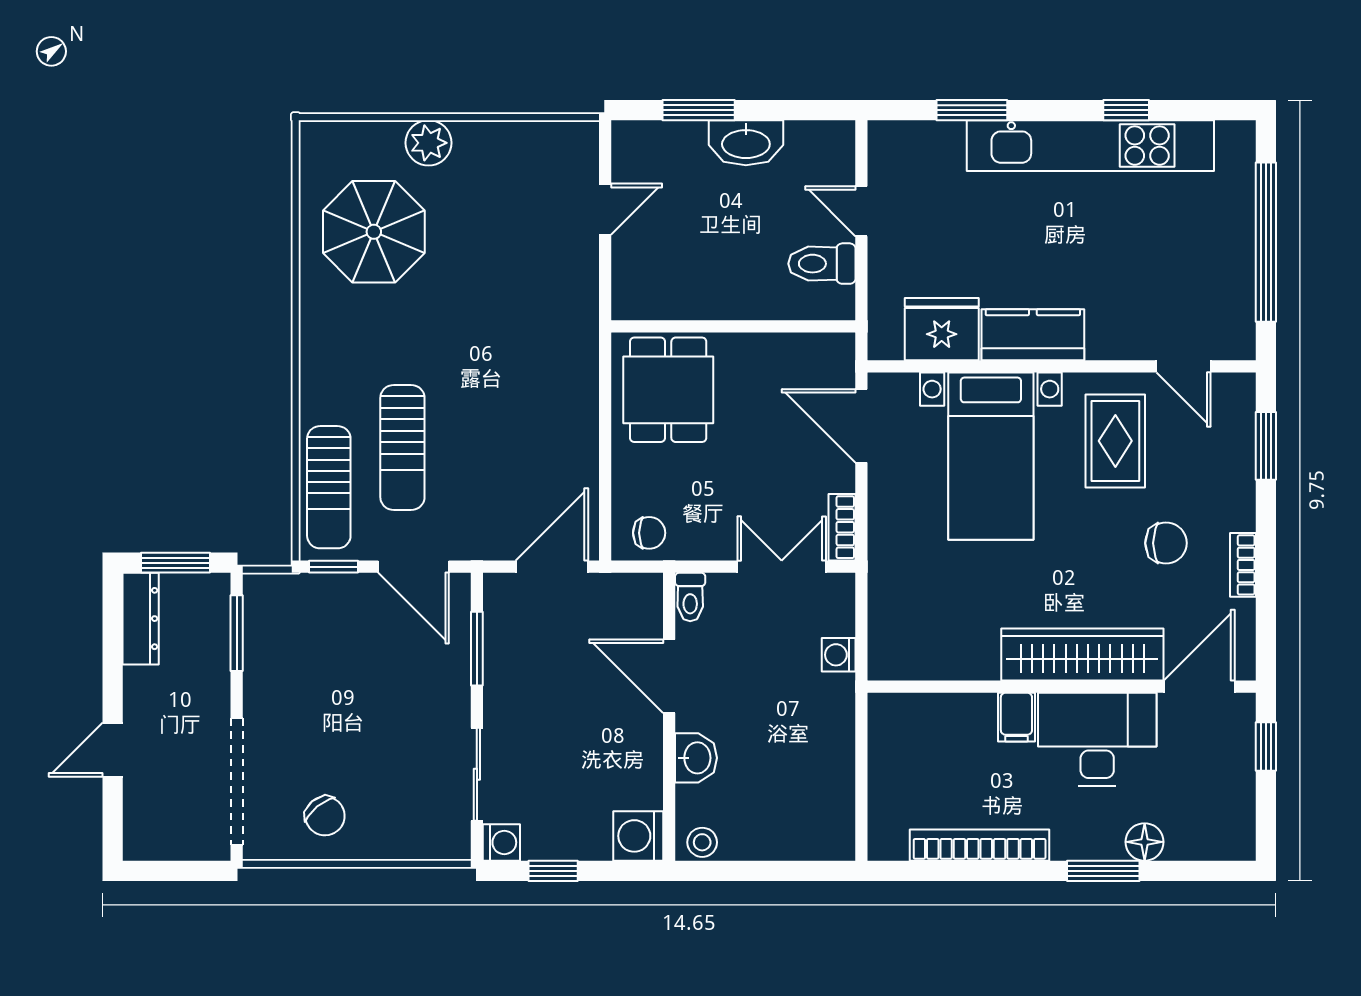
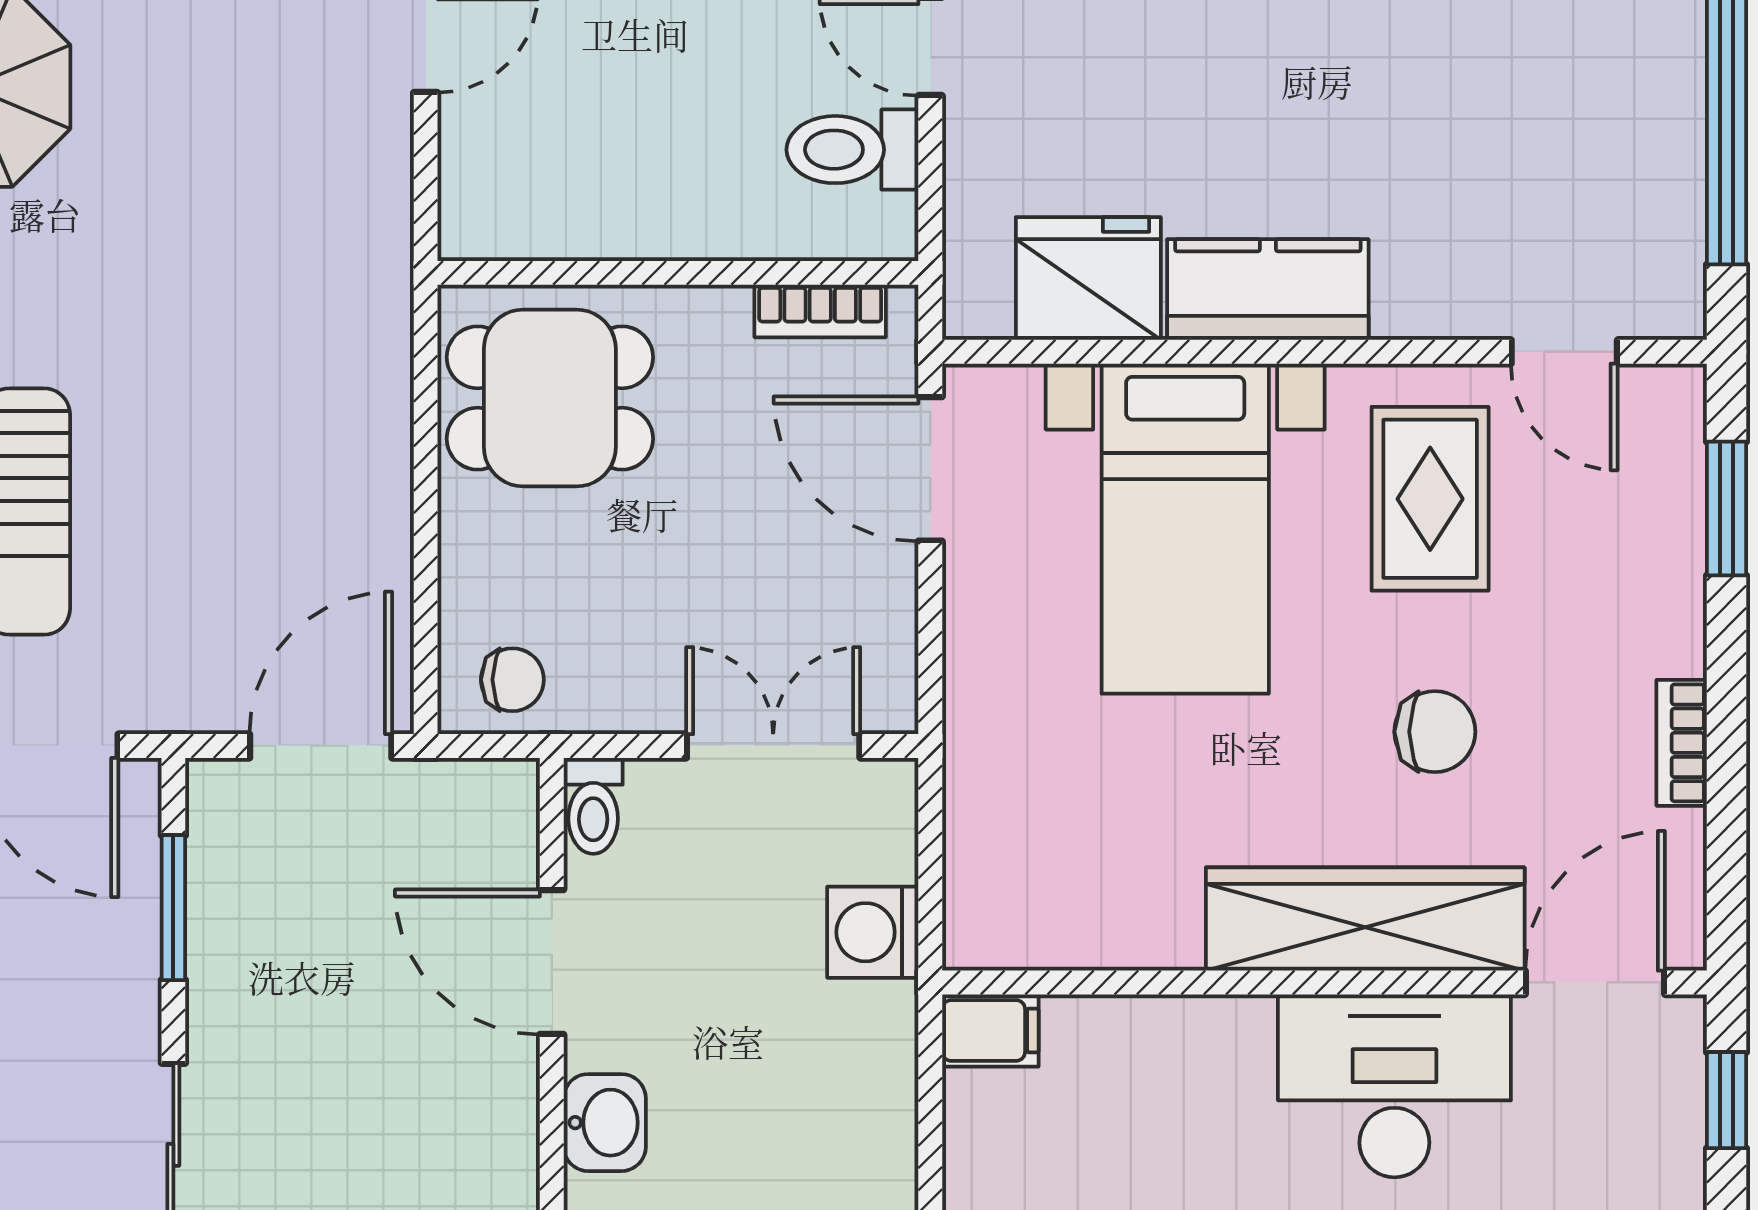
dining table: (668, 390) -> (550, 398), turned 90
bookcase: (842, 527) -> (820, 311), moved, turned -90
chair: (1166, 543) -> (1435, 732), moved
washing machine: (839, 655) -> (873, 932), width x1.38, depth x1.38
filing cabinet: (1016, 717) -> (990, 1031), moved, turned -90

